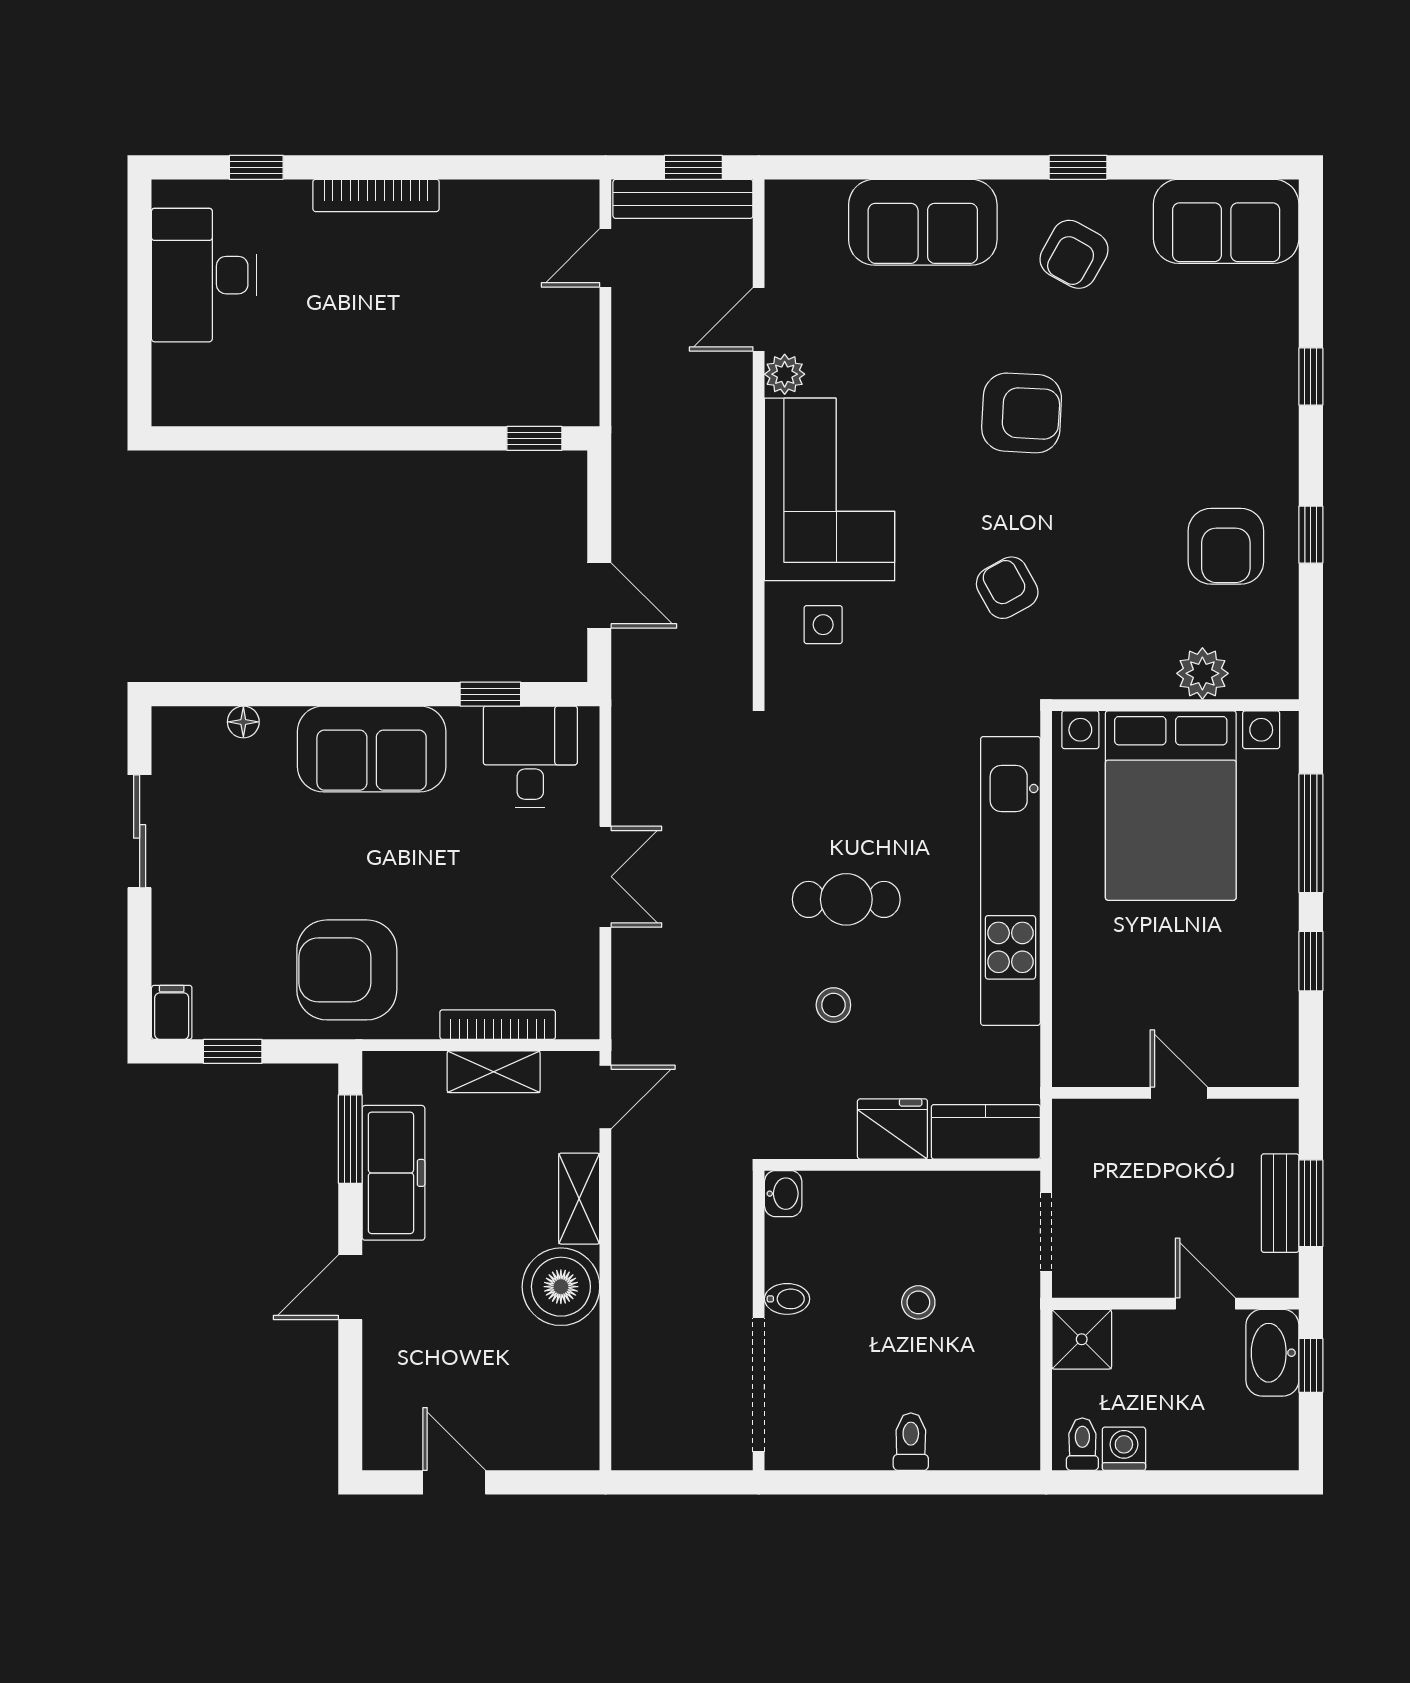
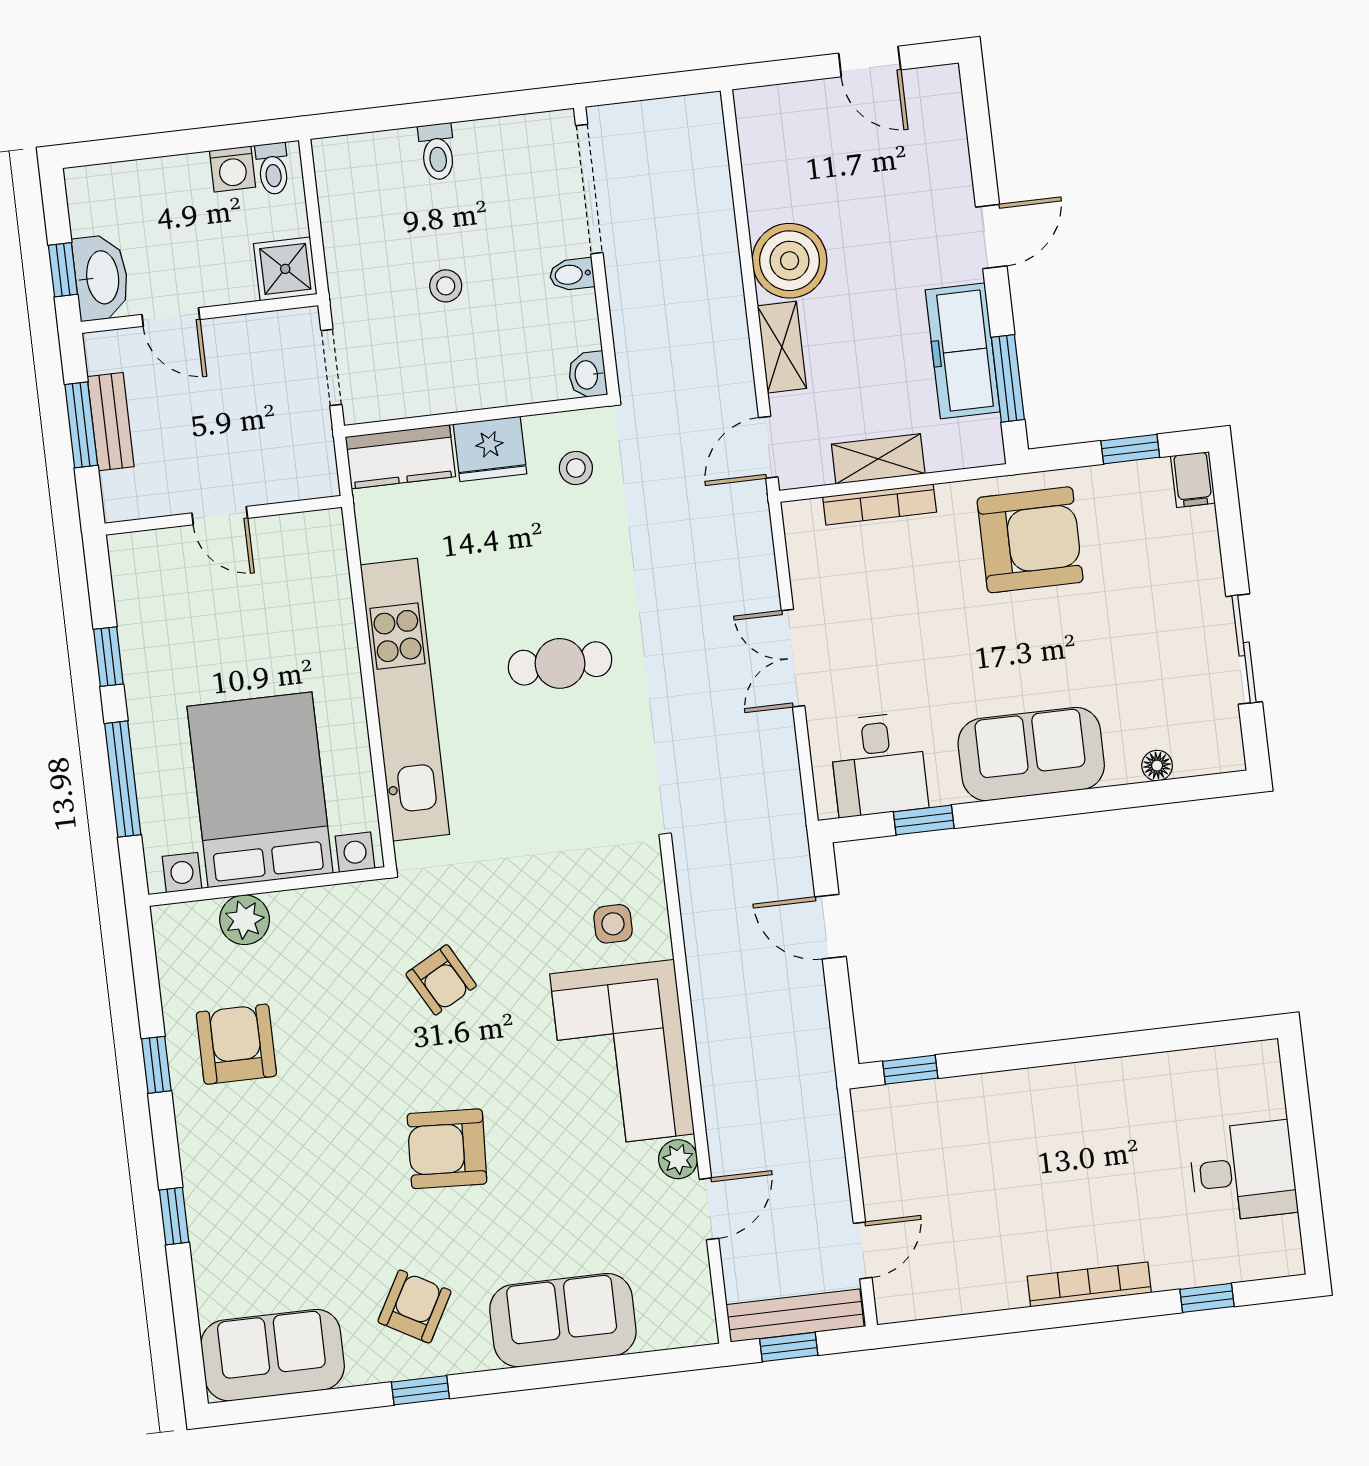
desk: (204, 275) -> (1243, 1171), width x0.73
stool: (833, 1005) -> (576, 468), moved

